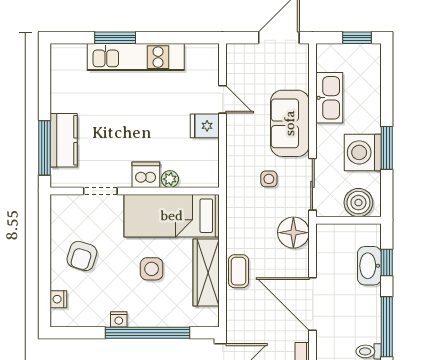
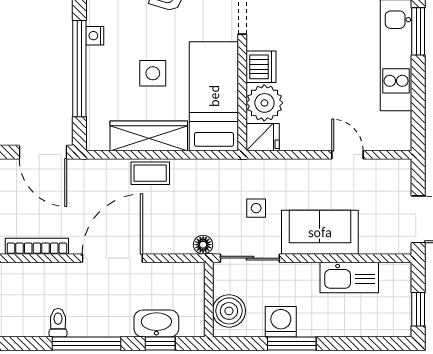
door: (222, 99) -> (347, 155), swing flipped
fridge: (205, 126) -> (263, 137), moved, turned 90
washing machine: (363, 152) -> (281, 322), width x0.73, depth x0.73
plant: (170, 179) -> (264, 103), width x1.87, depth x1.87
floor lamp: (293, 233) -> (203, 245), width x0.53, depth x0.53

